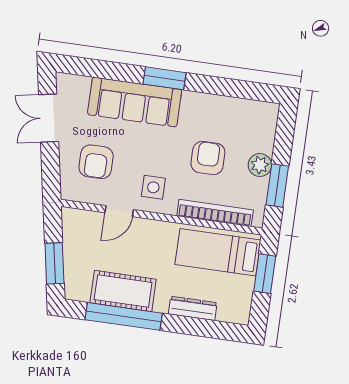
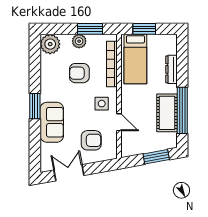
sofa: (135, 102) -> (52, 122), width x0.73
plant: (262, 117) -> (50, 44), added
double door: (49, 118) -> (69, 173), swing flipped

